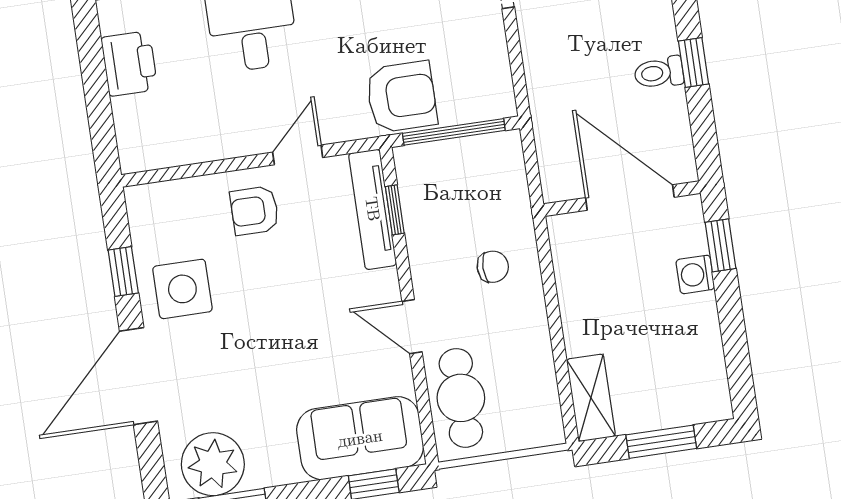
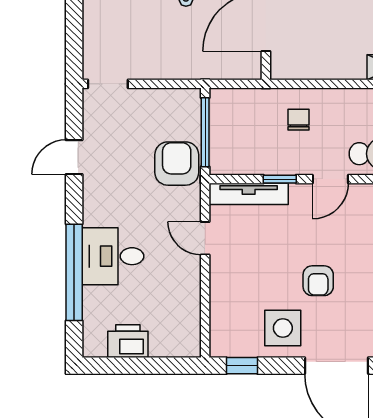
window: (395, 210) -> (280, 179), moved
armchair: (255, 211) -> (318, 281), moved
window: (123, 272) -> (242, 366), moved

